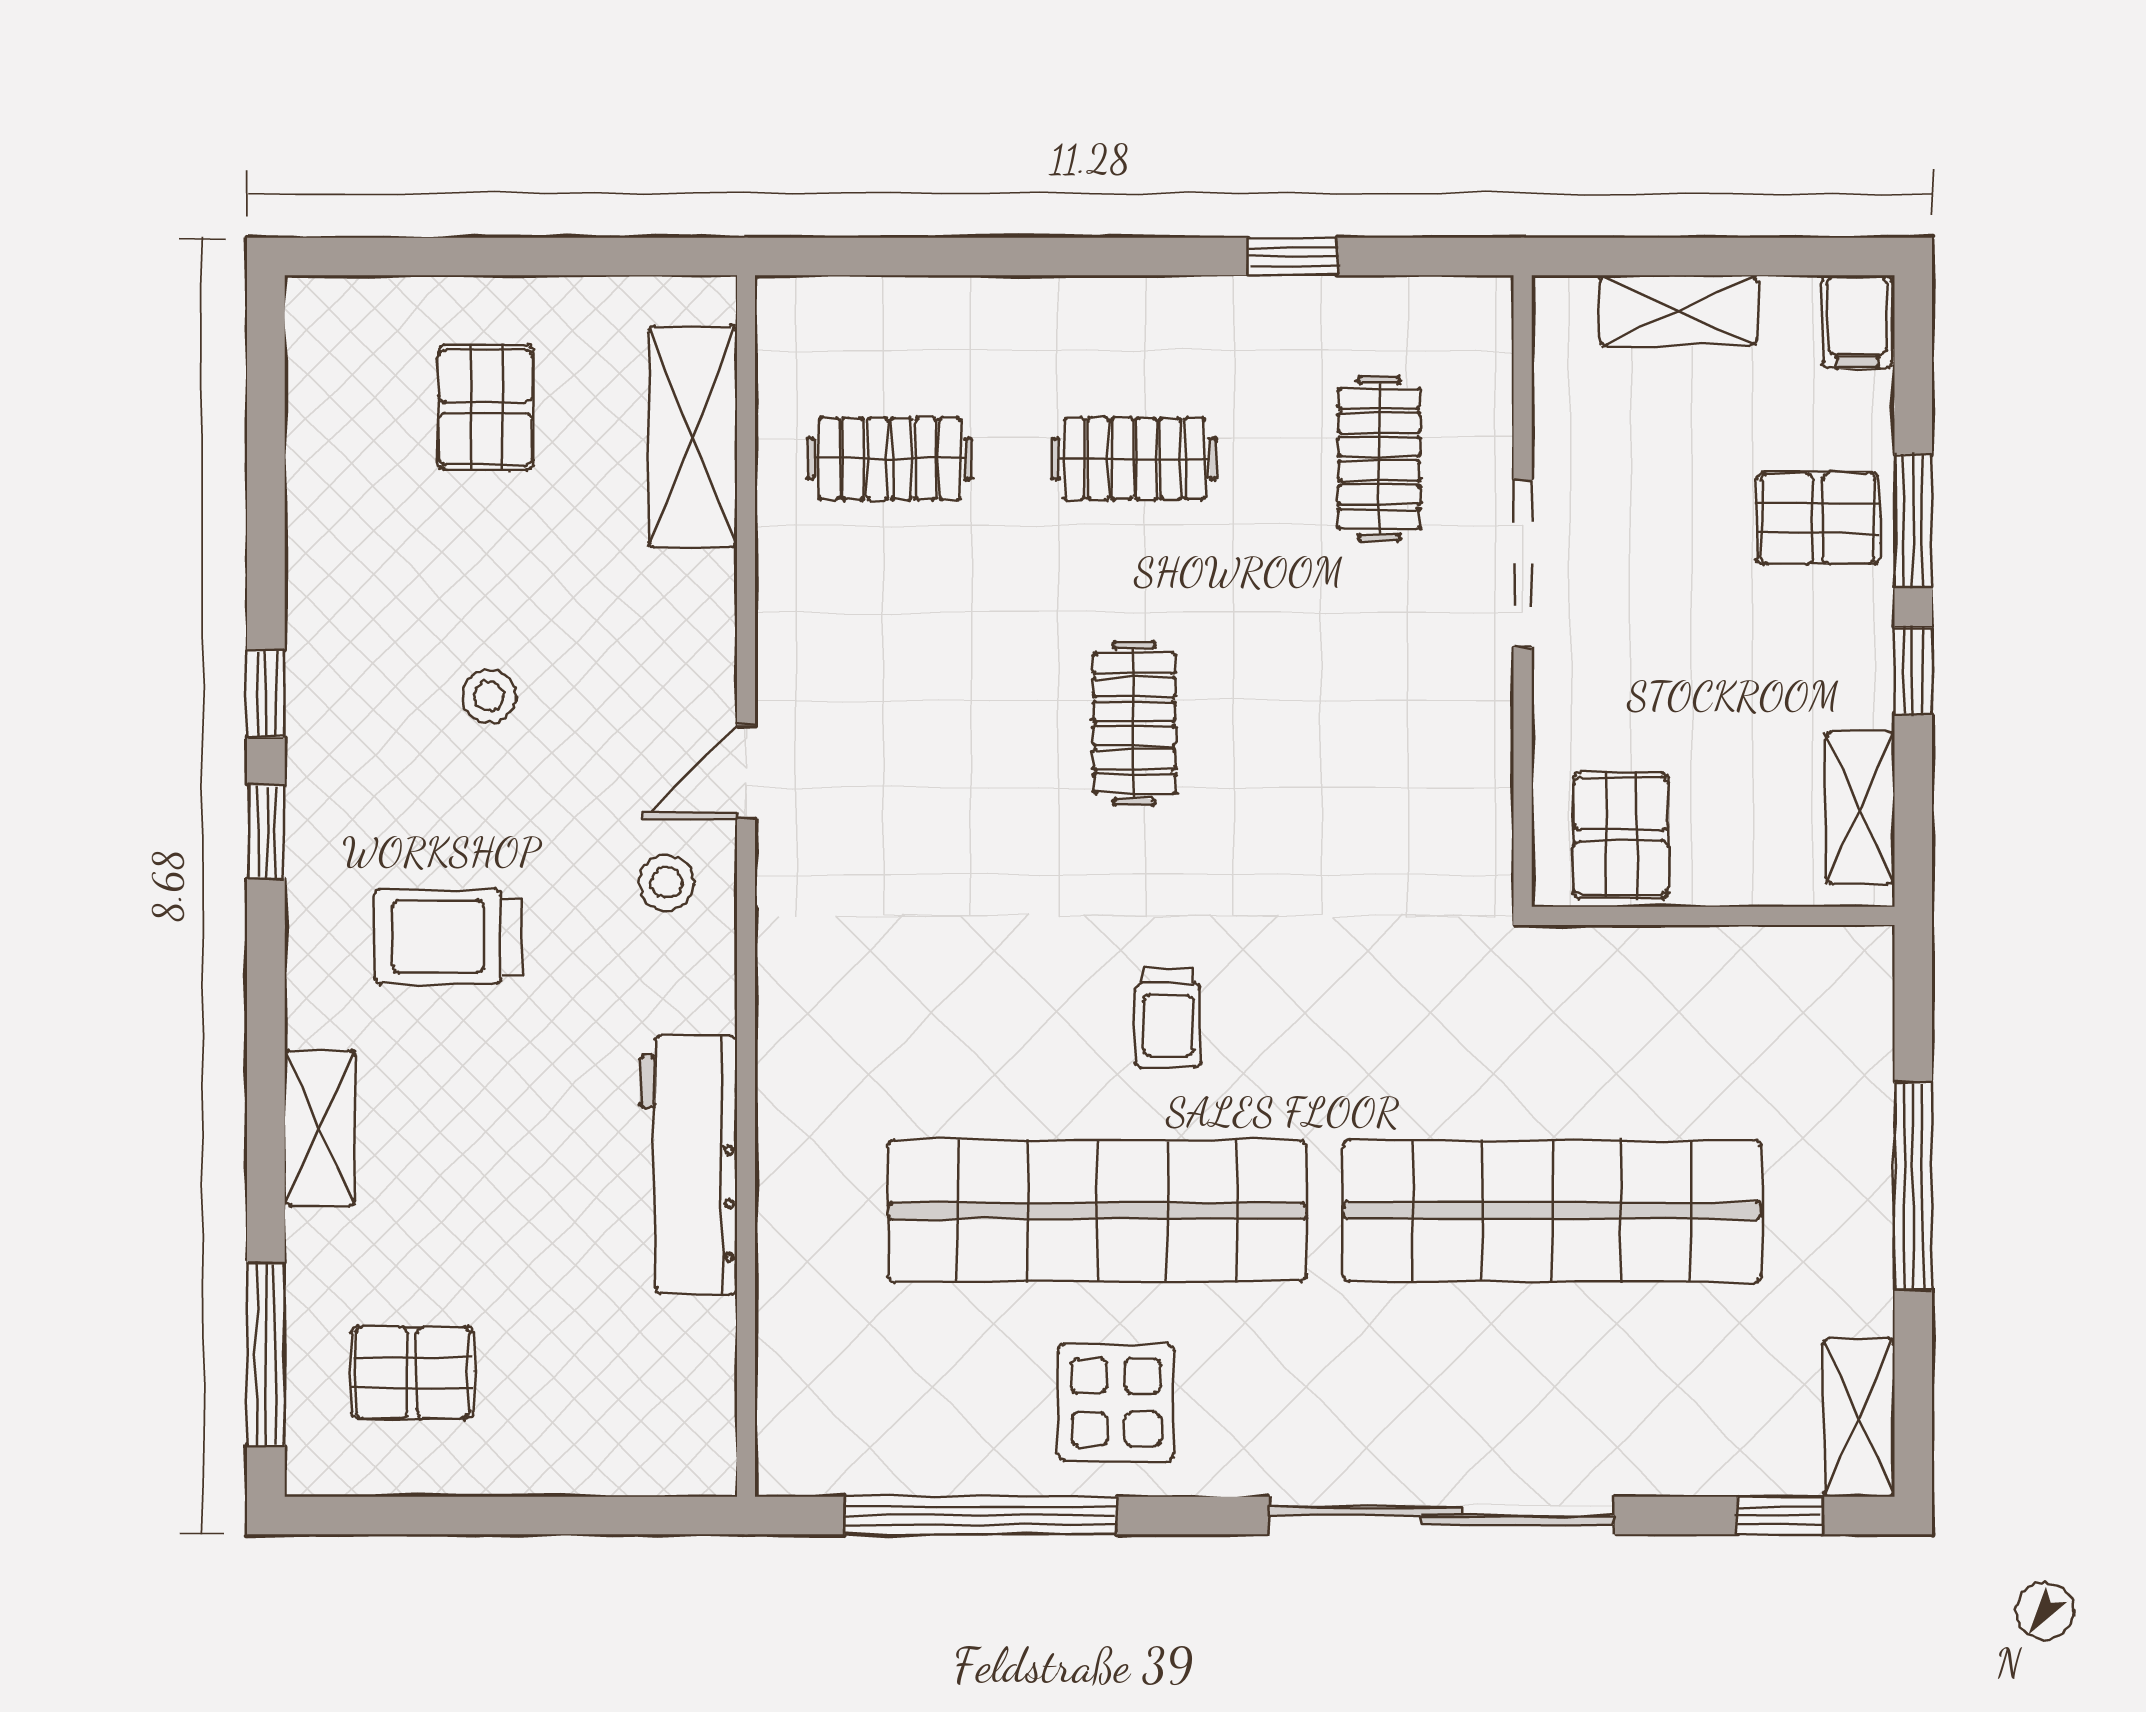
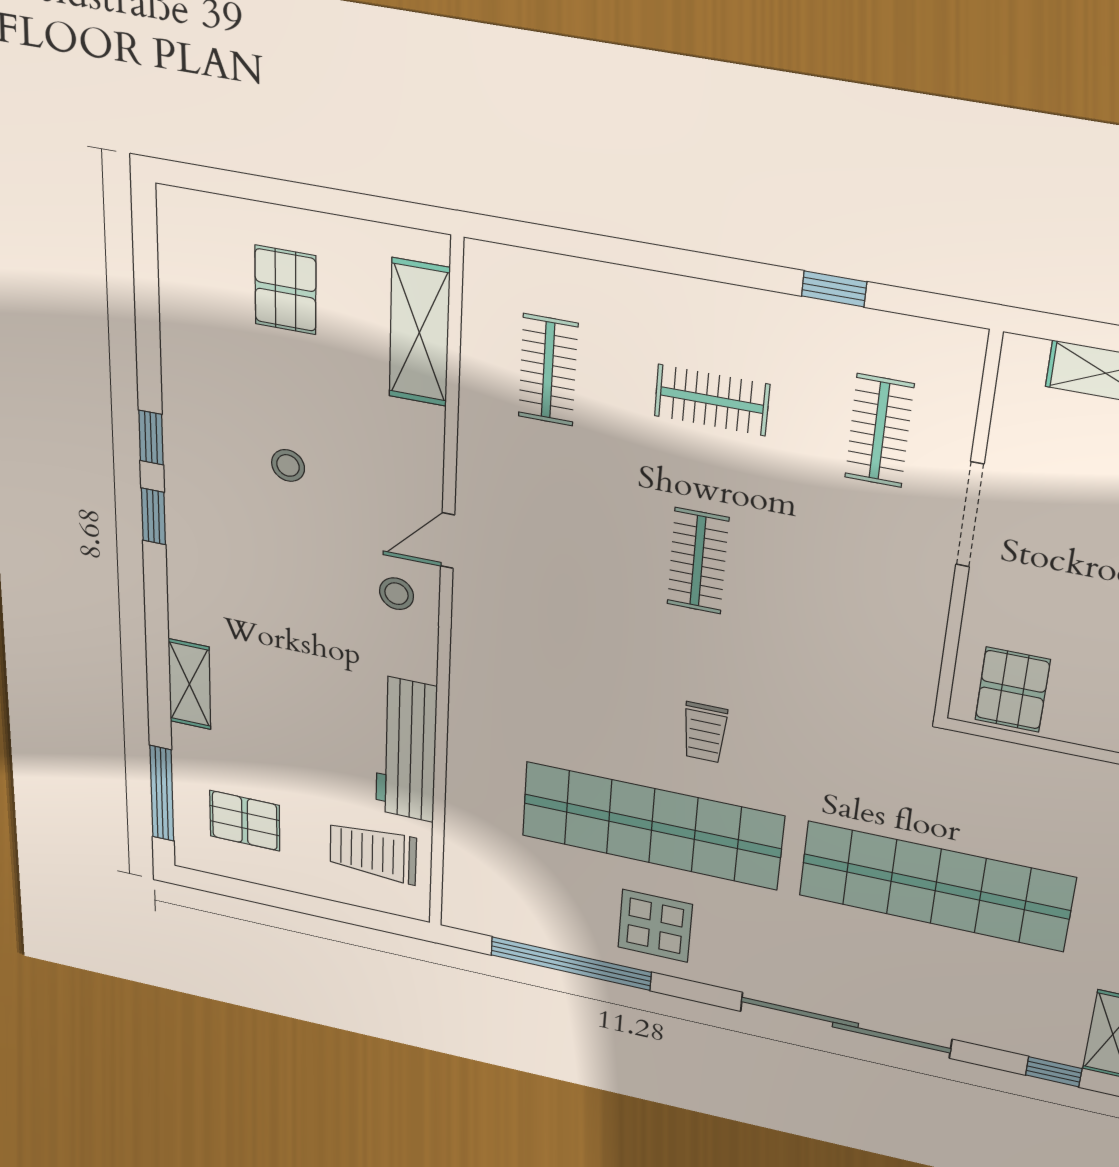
clothes rail: (890, 459) -> (548, 370), turned 90
trolley: (448, 936) -> (373, 853), moved

